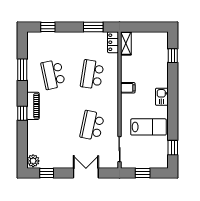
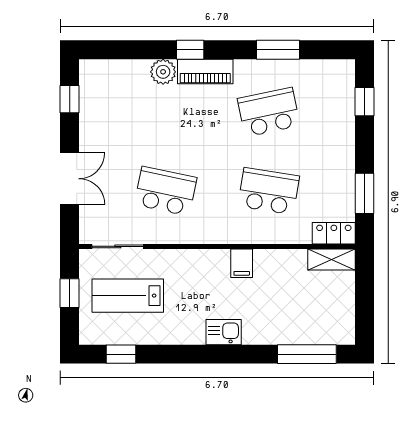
window: (173, 56) -> (307, 354), width x2.17
lab bench: (148, 127) -> (128, 296), moved, turned 90
plant: (33, 161) -> (163, 72), moved

